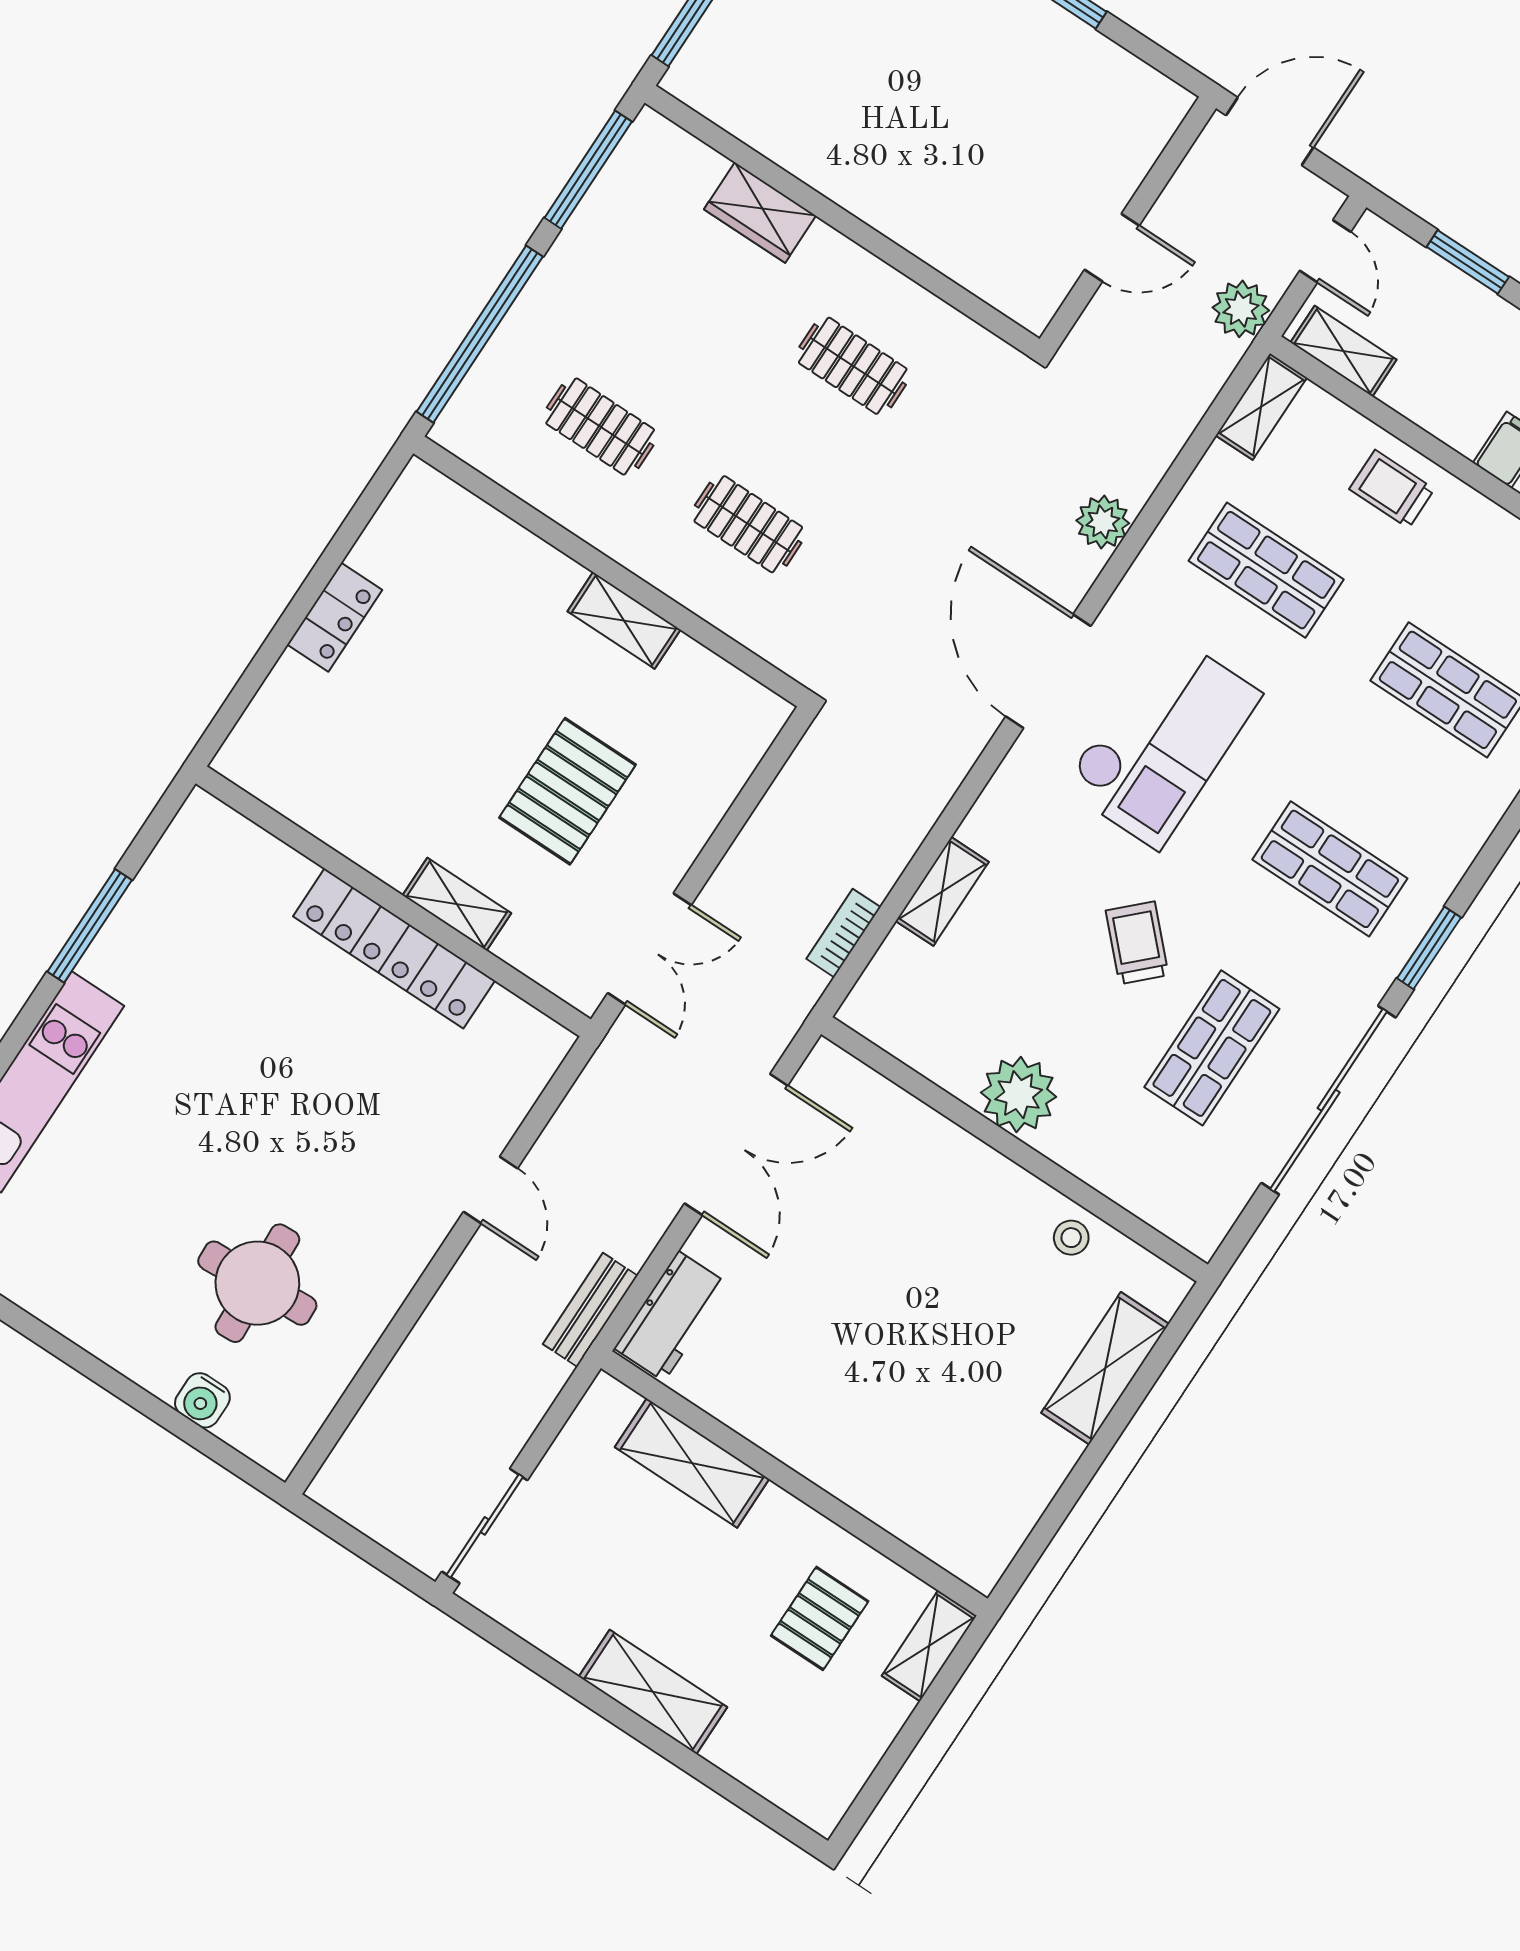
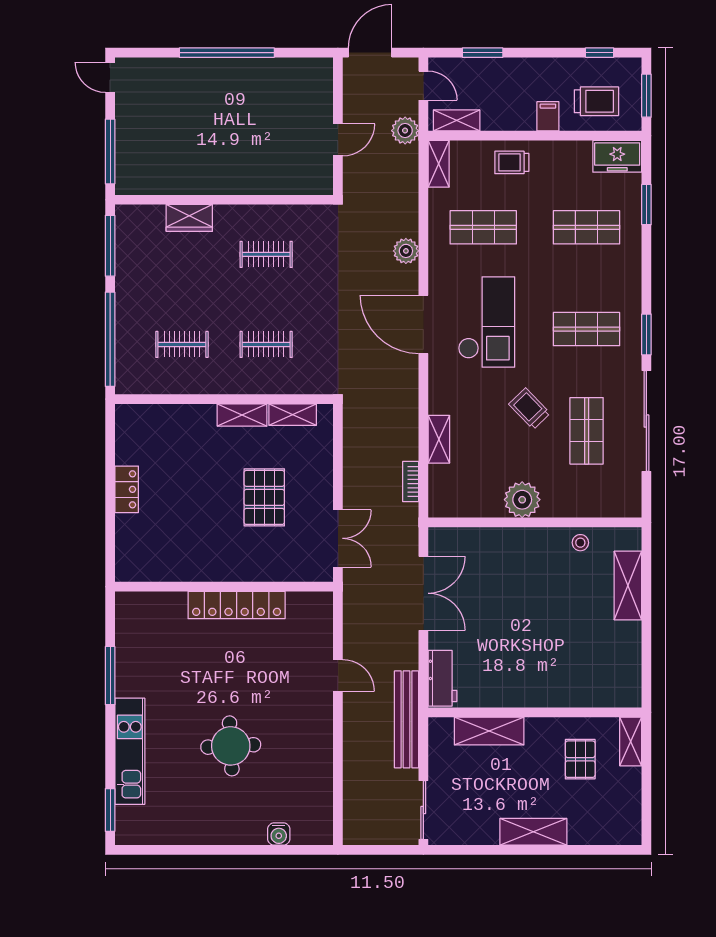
shelving: (457, 904) -> (293, 415), moved
round table: (257, 1283) -> (231, 746), moved
bench: (590, 1310) -> (407, 719), width x1.86, depth x1.21

